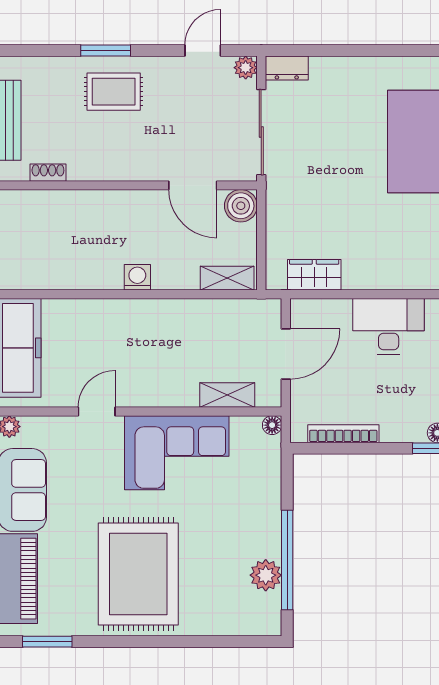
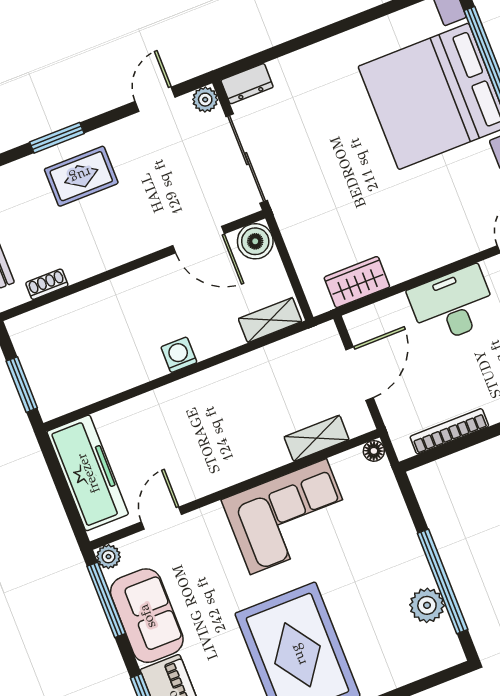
door: (97, 411) -> (162, 518), moved

